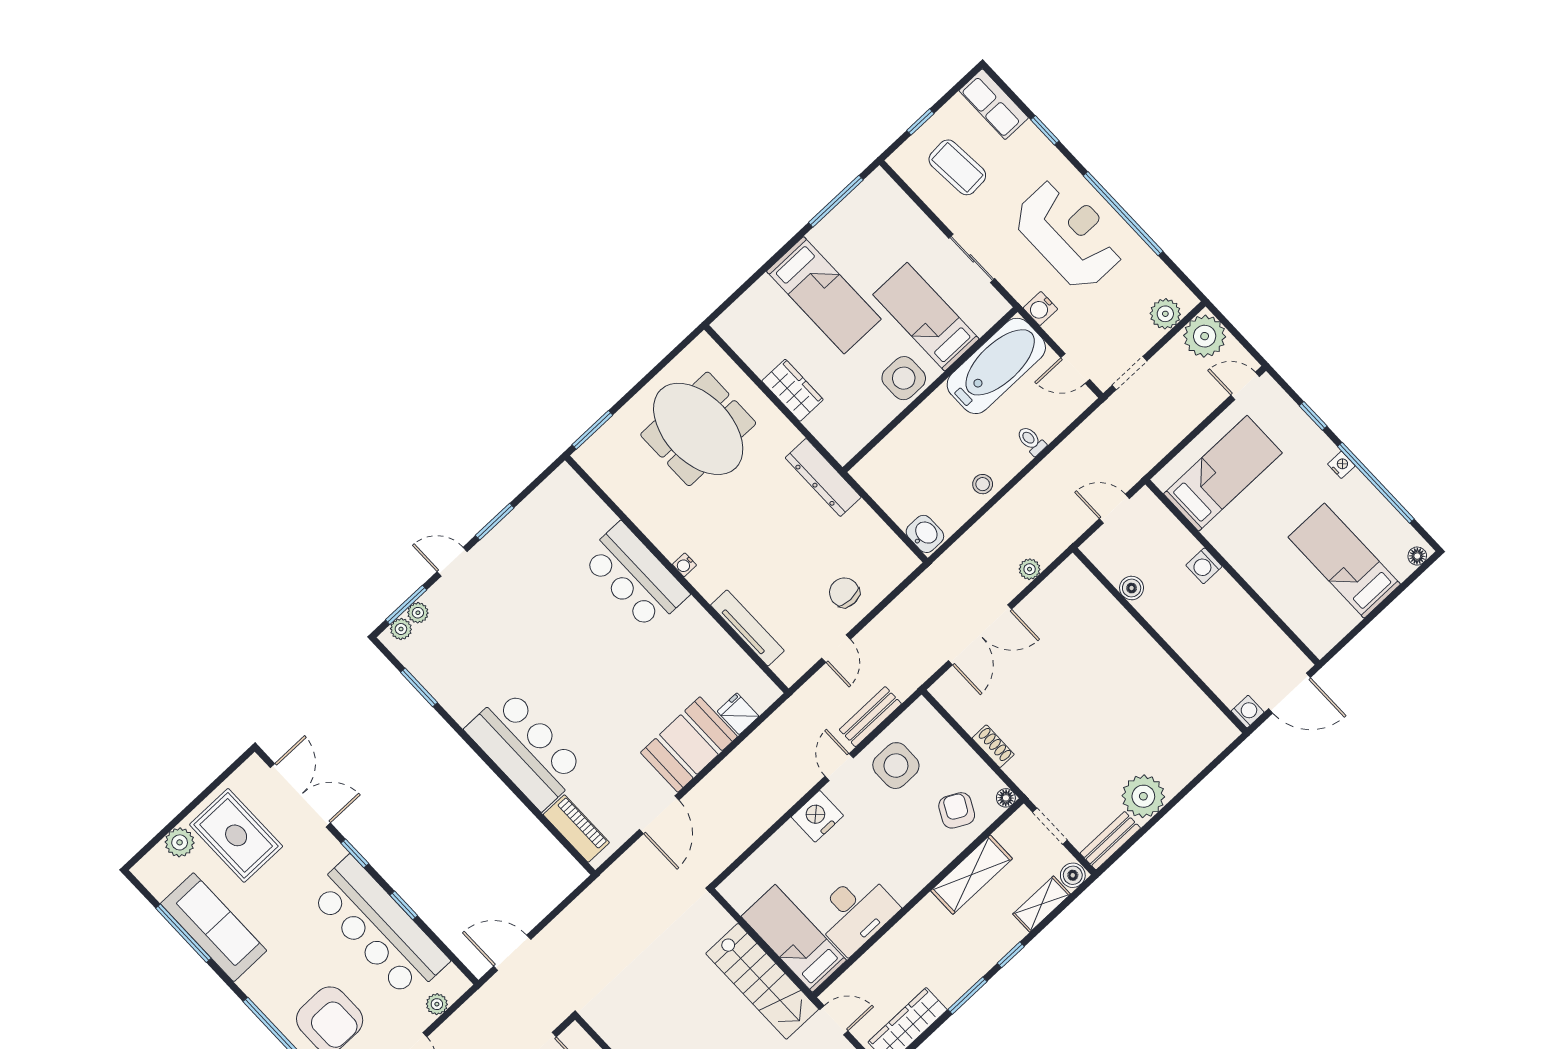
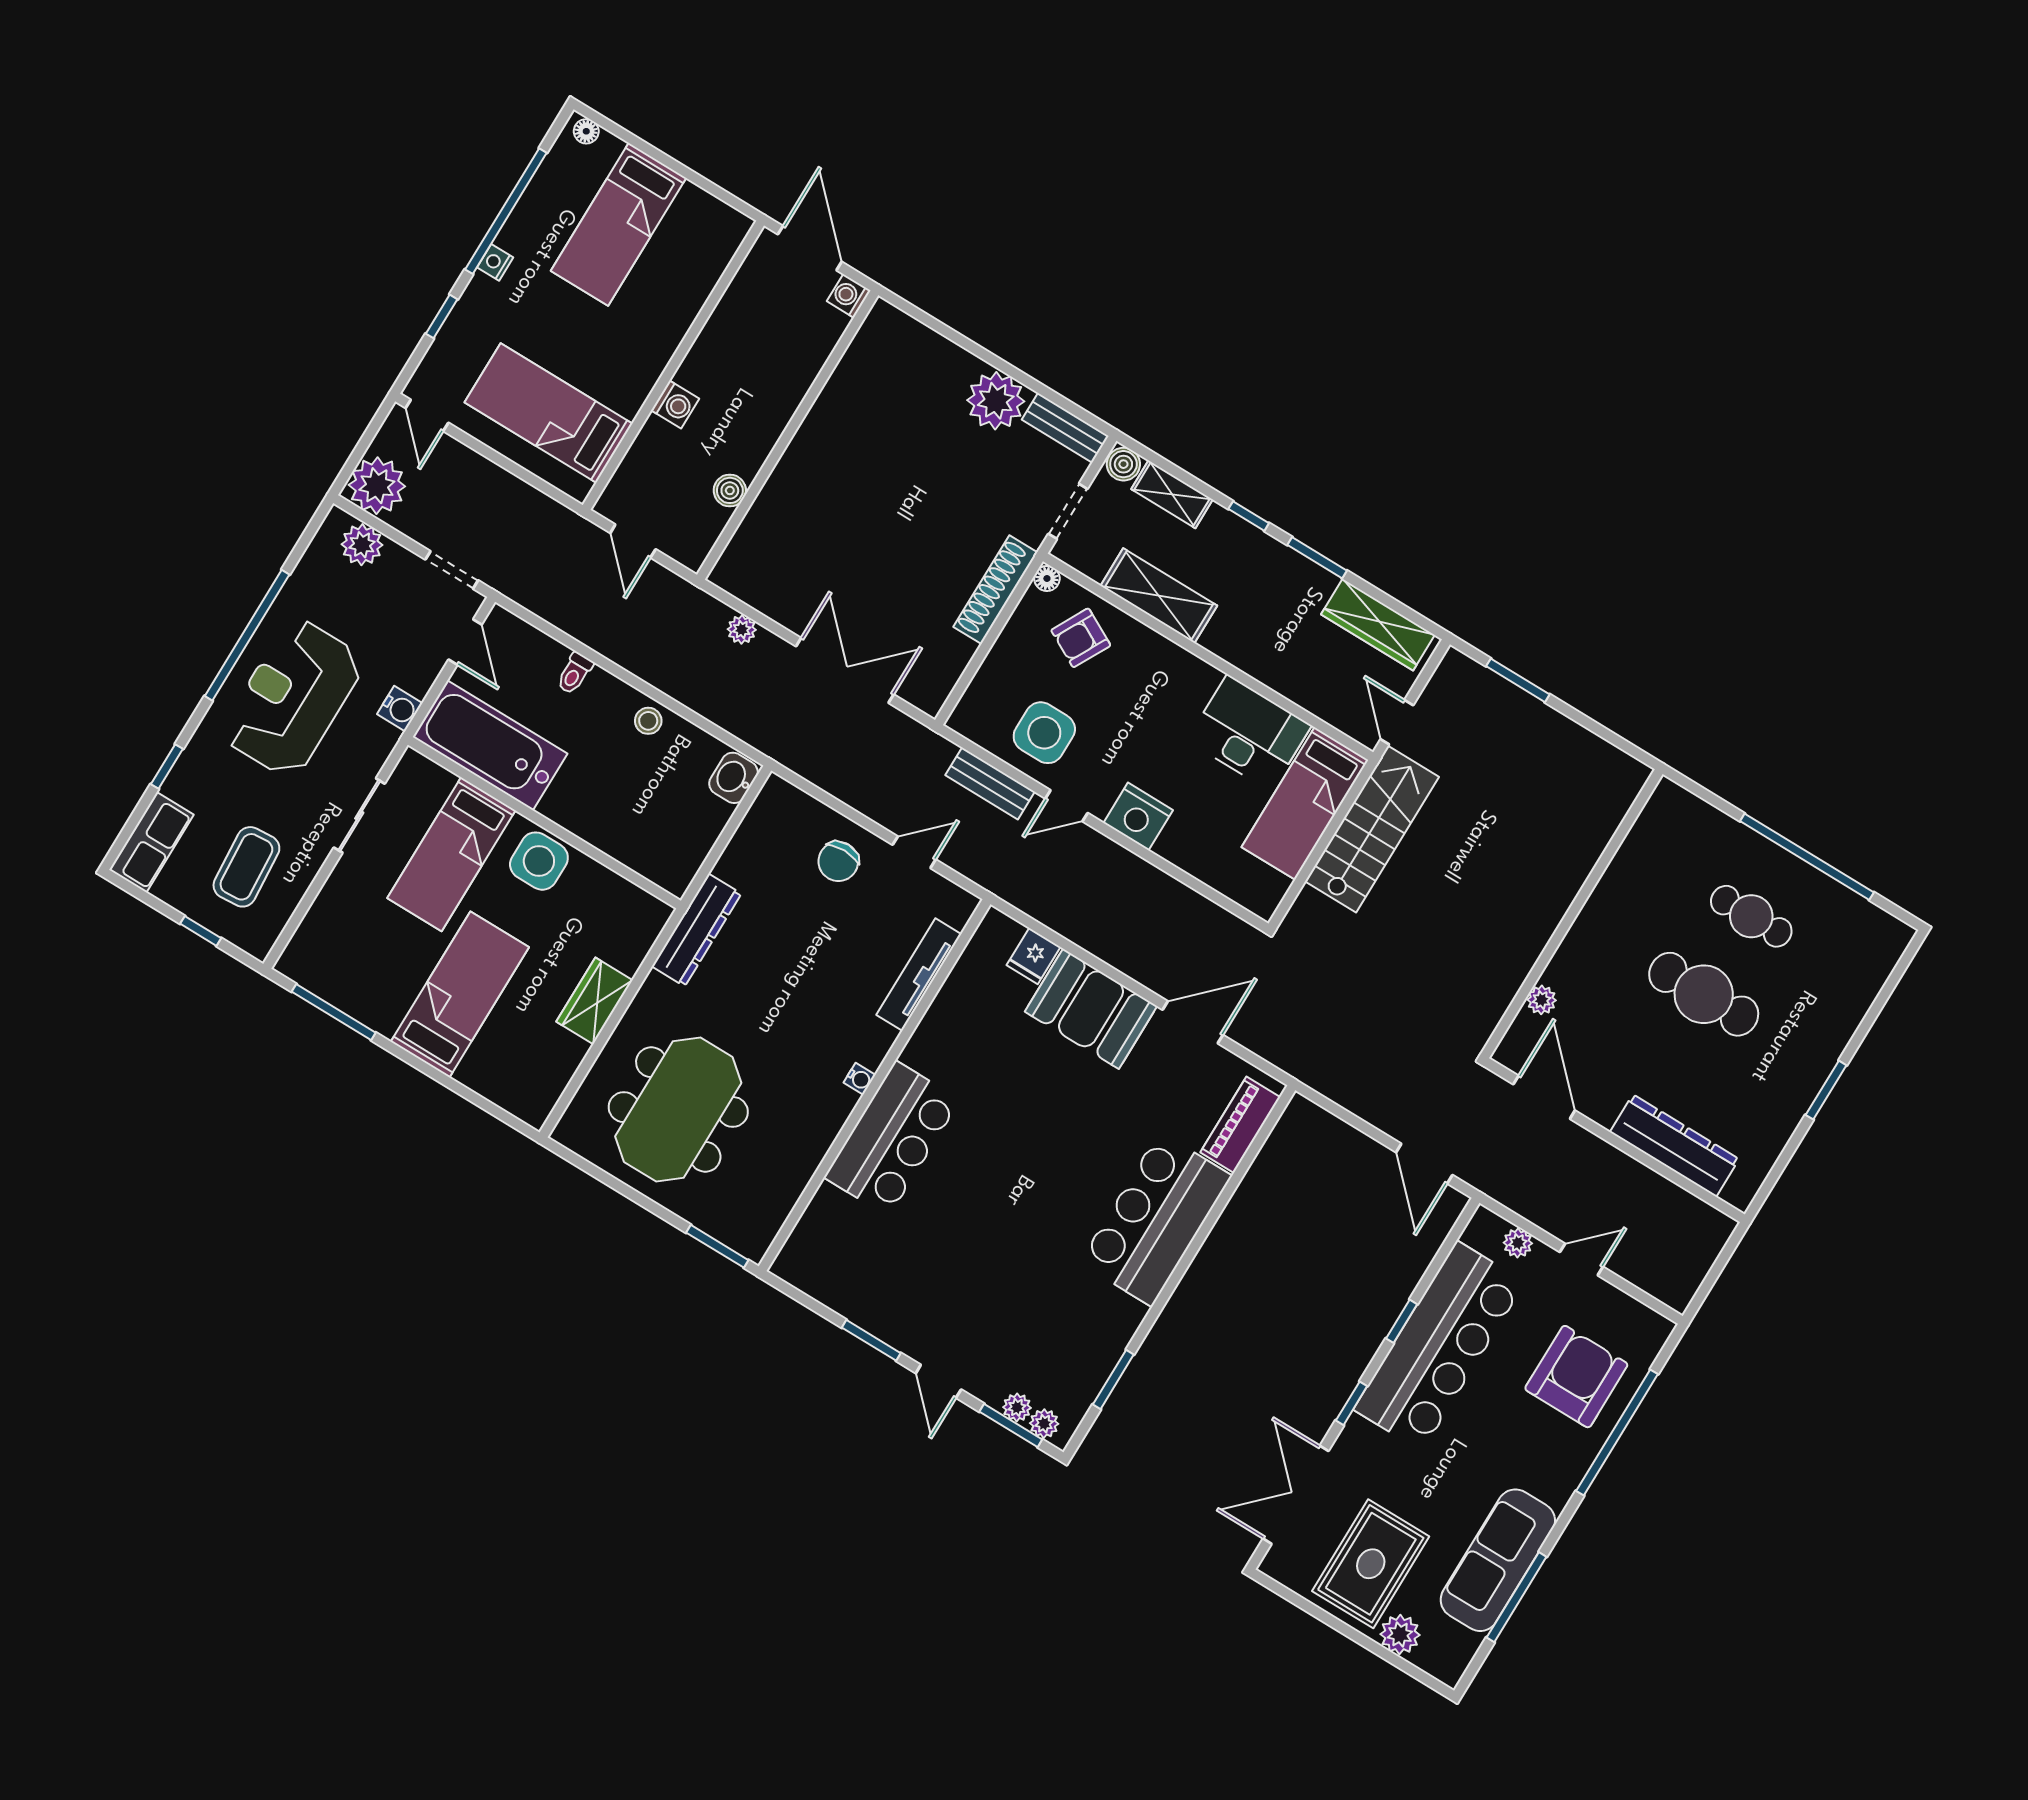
shoe rack: (993, 746) -> (995, 590), width x1.94, depth x1.24

